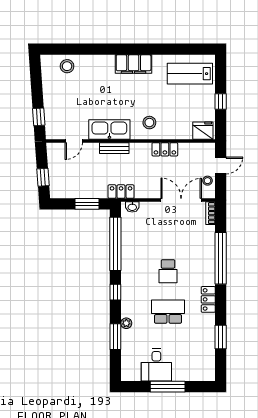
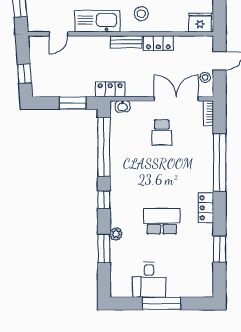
bench: (114, 148) -> (126, 42), moved
school desk: (168, 271) -> (162, 132), moved

